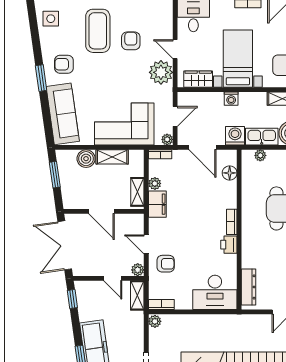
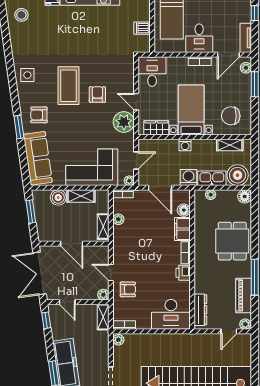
filing cabinet: (157, 204) -> (182, 229), moved, turned 180
door: (113, 278) -> (67, 302), moved

